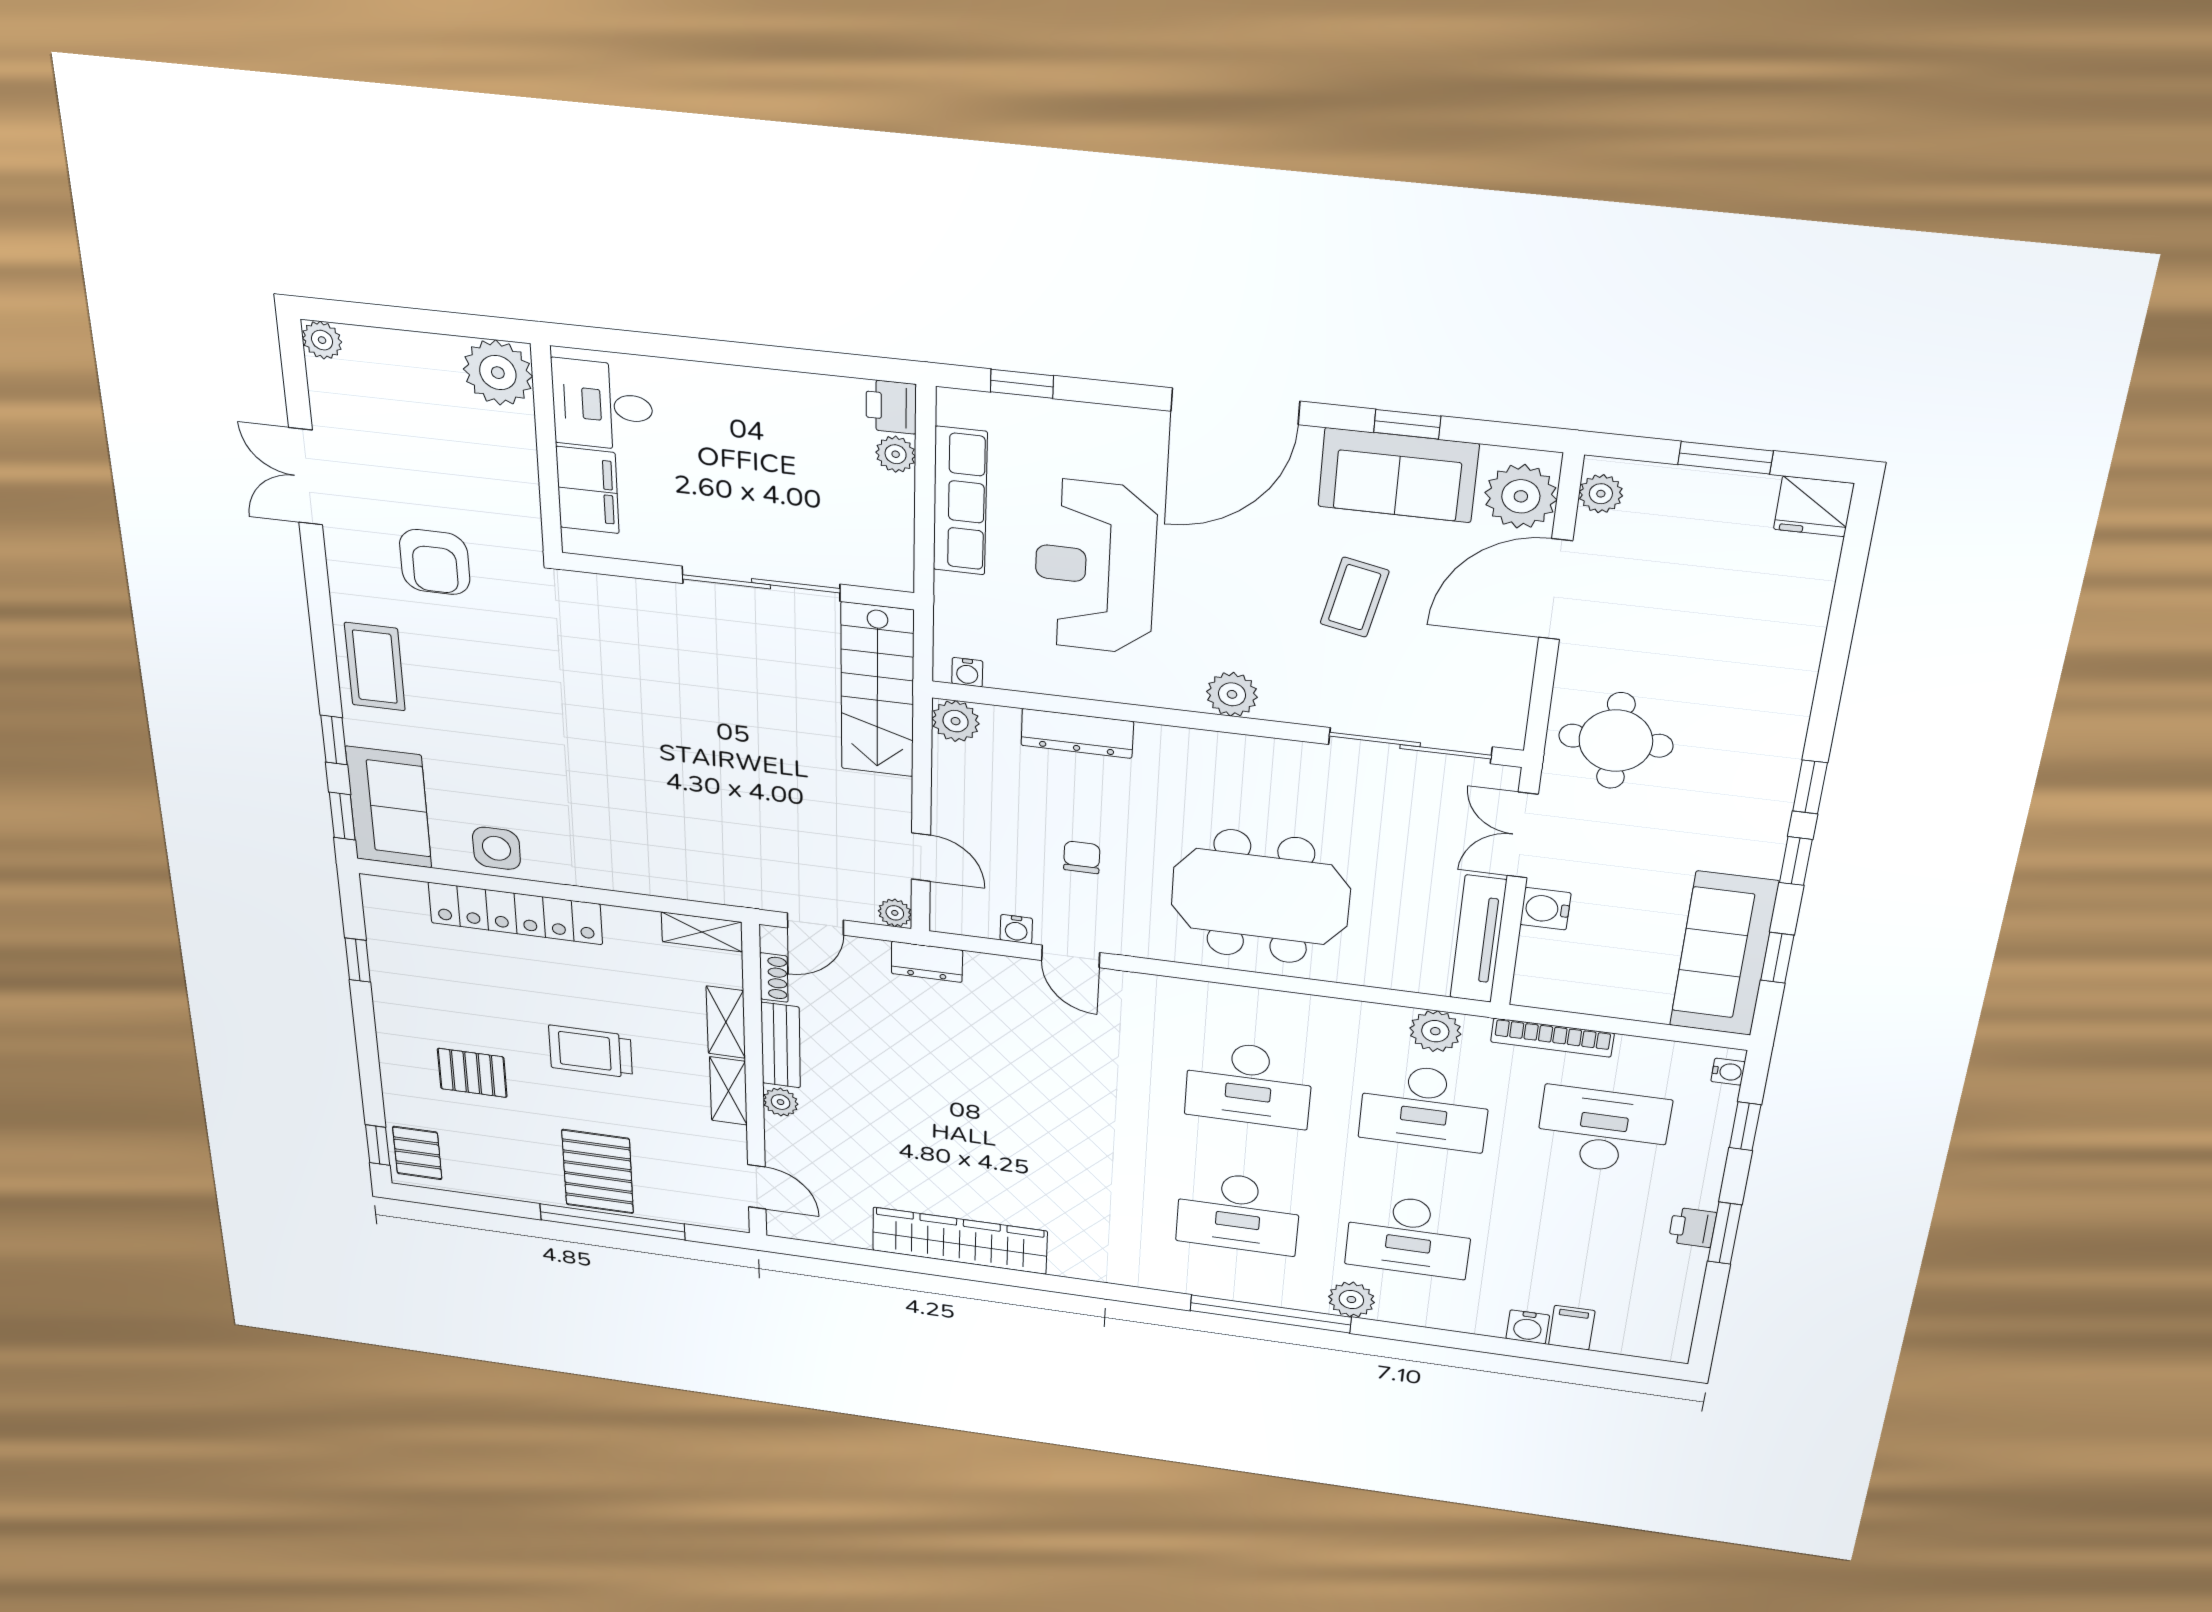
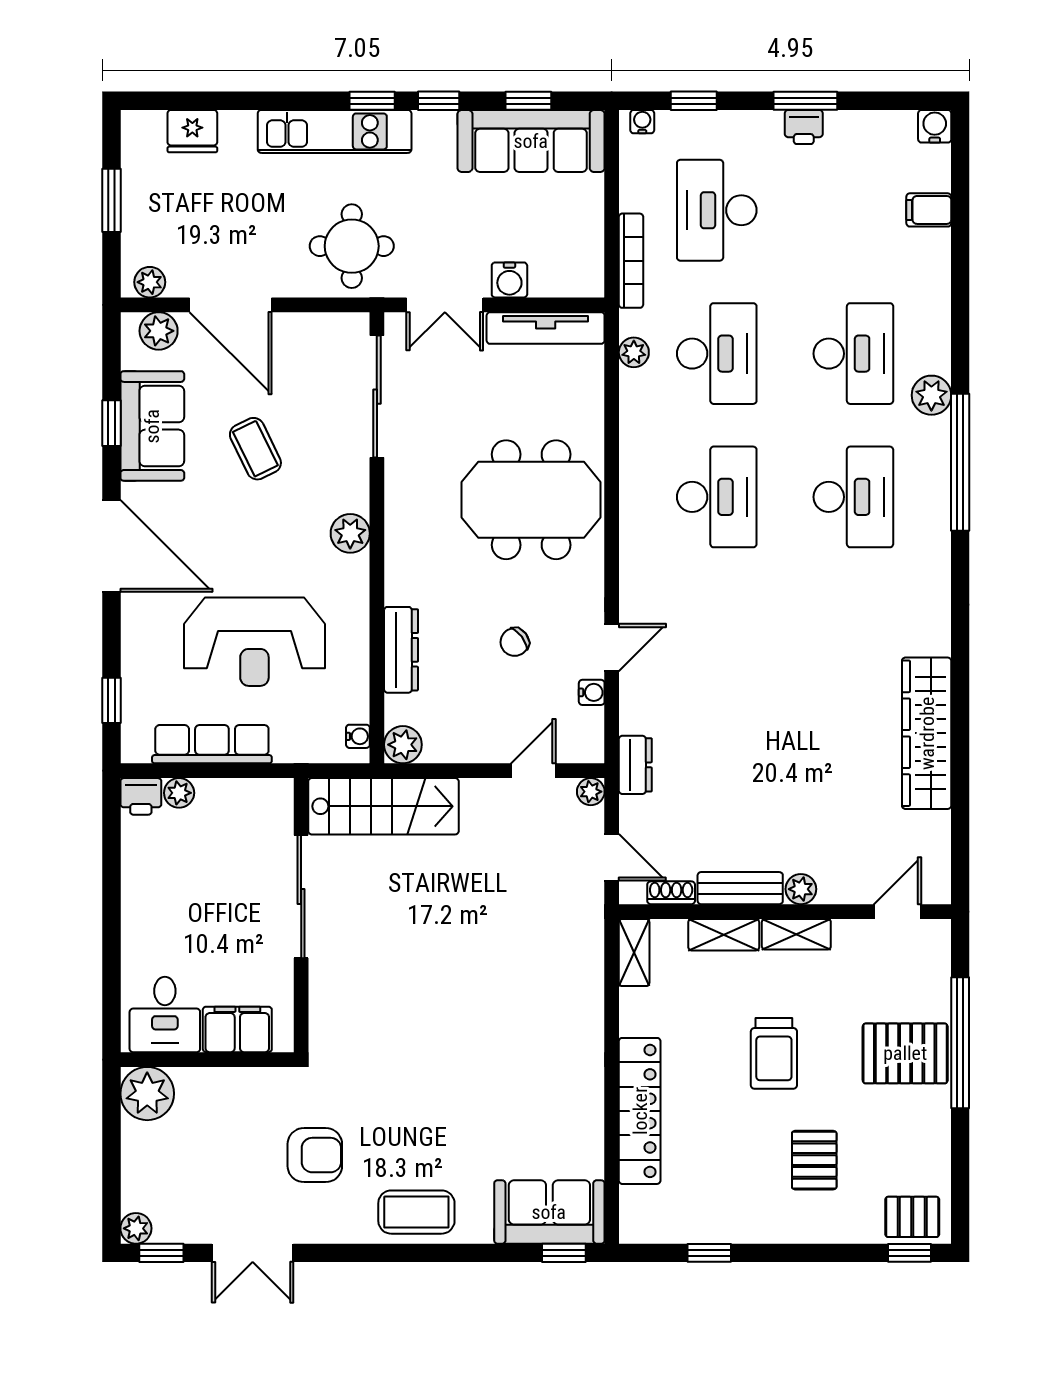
plant: (1521, 496) -> (159, 331), width x0.73, depth x0.73
fridge: (1814, 506) -> (192, 131), moved, turned 90
coffee table: (1355, 597) -> (255, 449), turned 52
kitchen unit: (1776, 739) -> (335, 131), added
window: (334, 740) -> (161, 1253), moved
side table: (496, 848) -> (577, 1123), removed
chair: (1082, 857) -> (515, 642), turned -37
meeting table: (1260, 897) -> (531, 500), turned 90
plant: (1435, 1031) -> (634, 352), width x0.73, depth x0.73
water cooler: (1528, 1327) -> (935, 126), moved, turned -90

